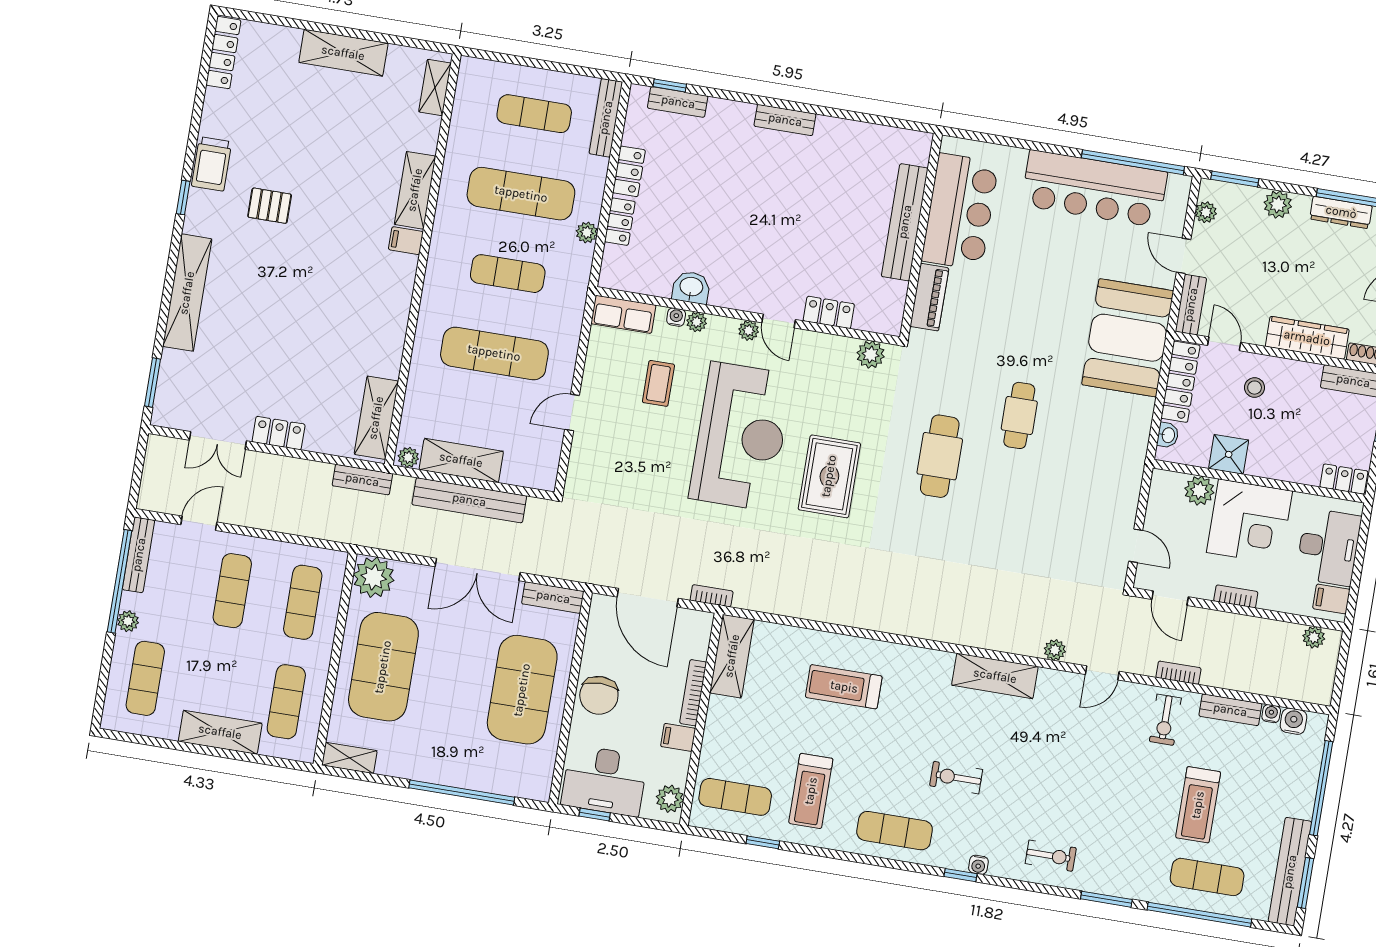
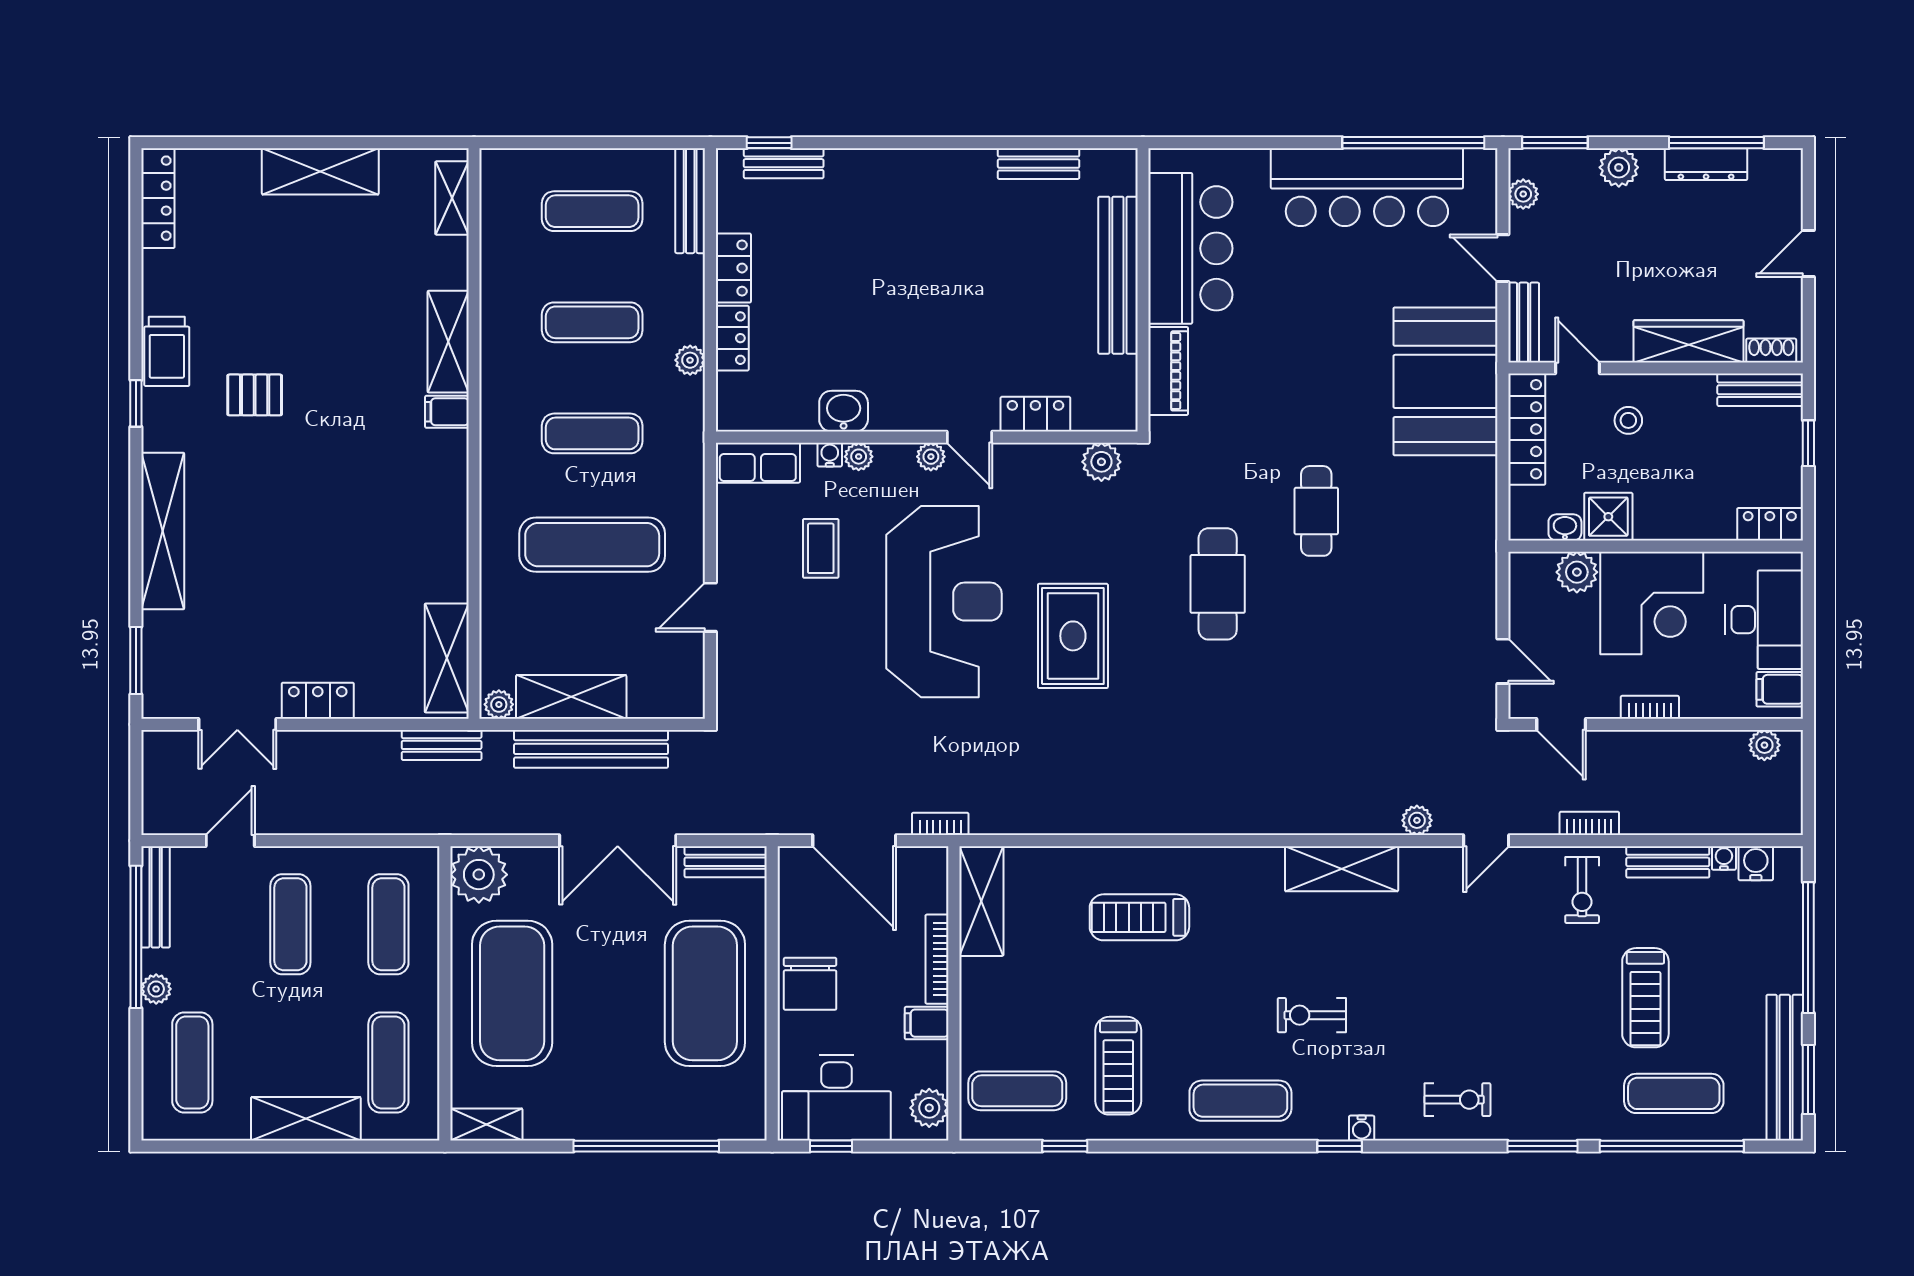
bench: (785, 120) -> (1039, 164), moved
exercise mat: (521, 194) -> (592, 322), width x0.73, depth x0.69
washbasin: (1168, 435) -> (1565, 527), moved, turned -90

